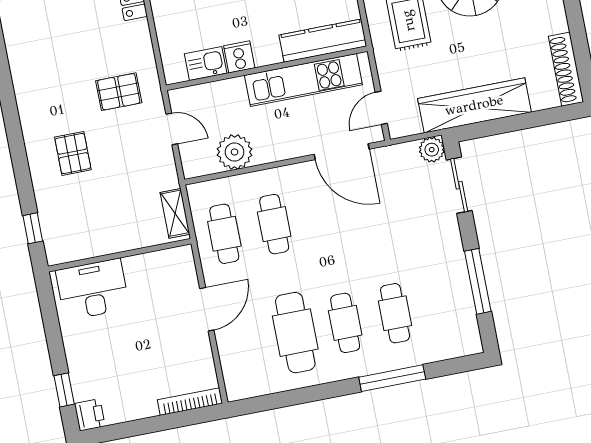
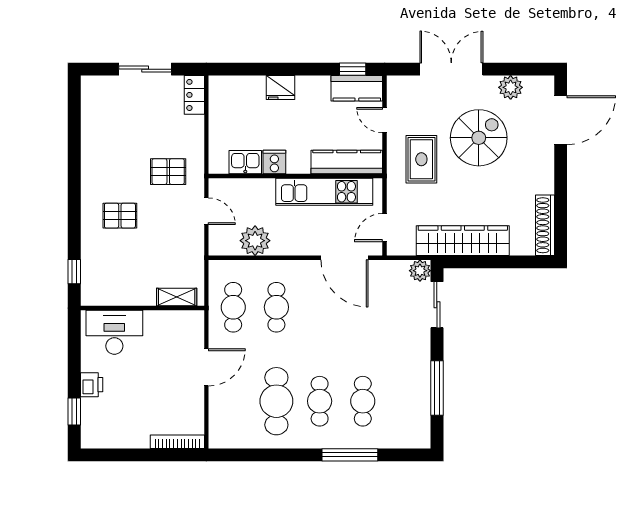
pallet: (73, 153) -> (120, 216), turned 90
shelving: (175, 213) -> (177, 297), moved, turned 90
printer: (90, 415) -> (92, 385), moved

